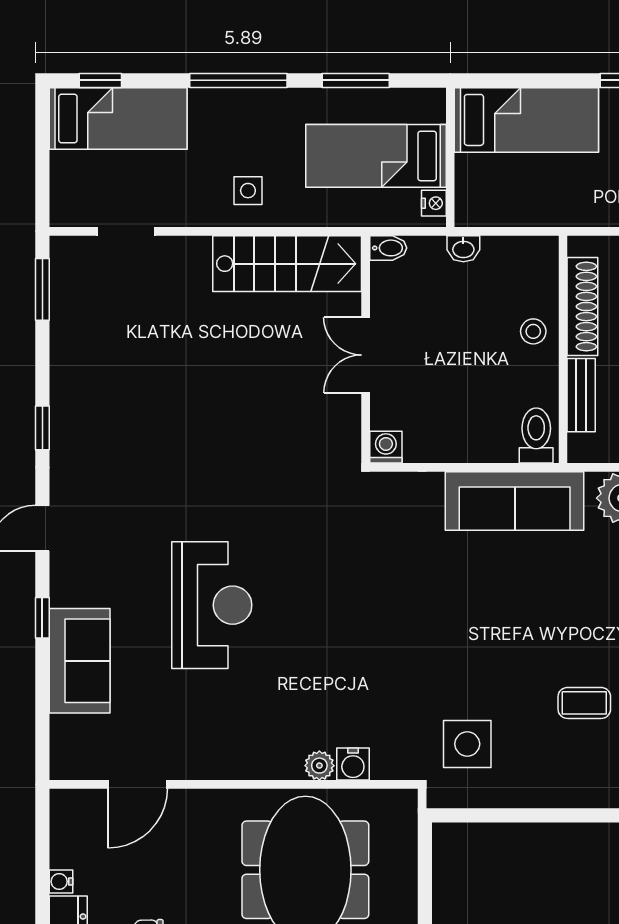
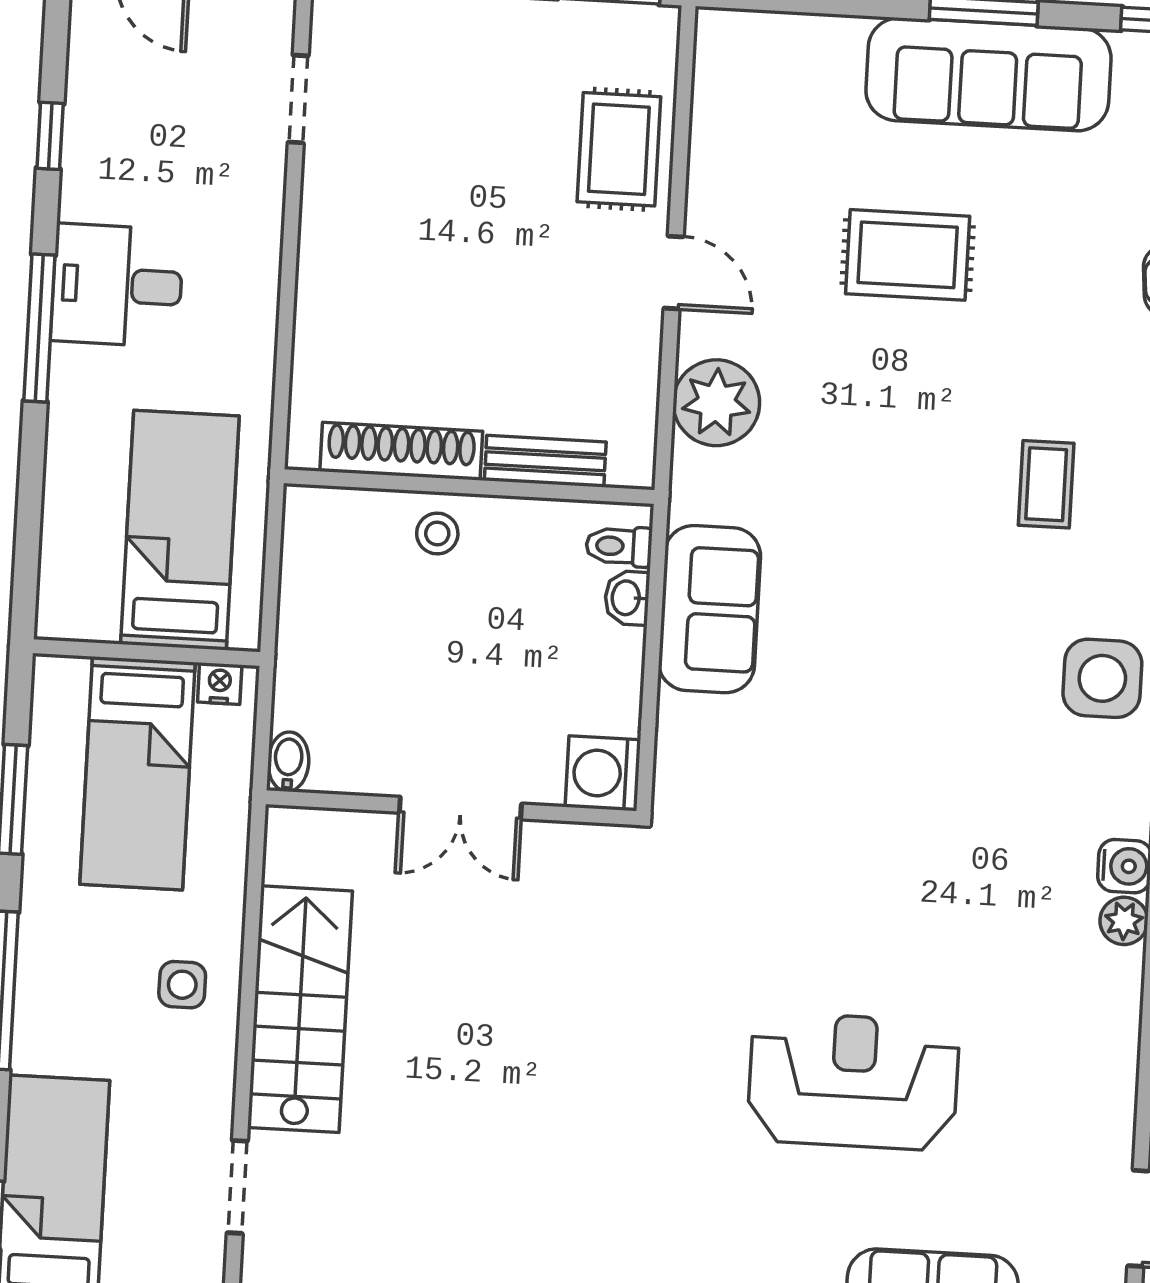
bed: (526, 120) -> (180, 530), moved
washbasin: (463, 249) -> (627, 598), moved, turned 180
stairs: (287, 264) -> (300, 1009), moved
toilet: (536, 436) -> (619, 546), width x0.73, depth x0.72
washing machine: (386, 447) -> (603, 773), width x1.38, depth x1.38
sofa: (515, 501) -> (710, 609), width x0.73

